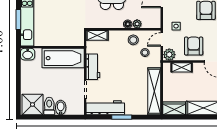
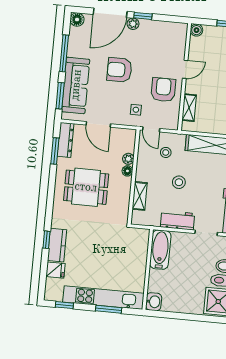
shelving: (97, 35) -> (140, 196), moved
stool: (133, 40) -> (179, 182), moved
armchair: (194, 46) -> (163, 90), turned 90
plant: (169, 55) -> (171, 122), removed
bathtub: (63, 58) -> (160, 250), width x0.73, depth x0.73

